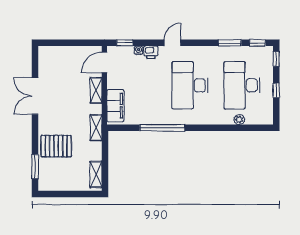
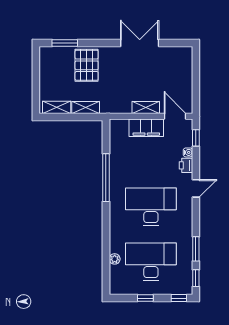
door: (173, 43) -> (196, 188), hinge flipped
filing cabinet: (115, 106) -> (146, 128), moved
shelving: (96, 128) -> (86, 107), moved

